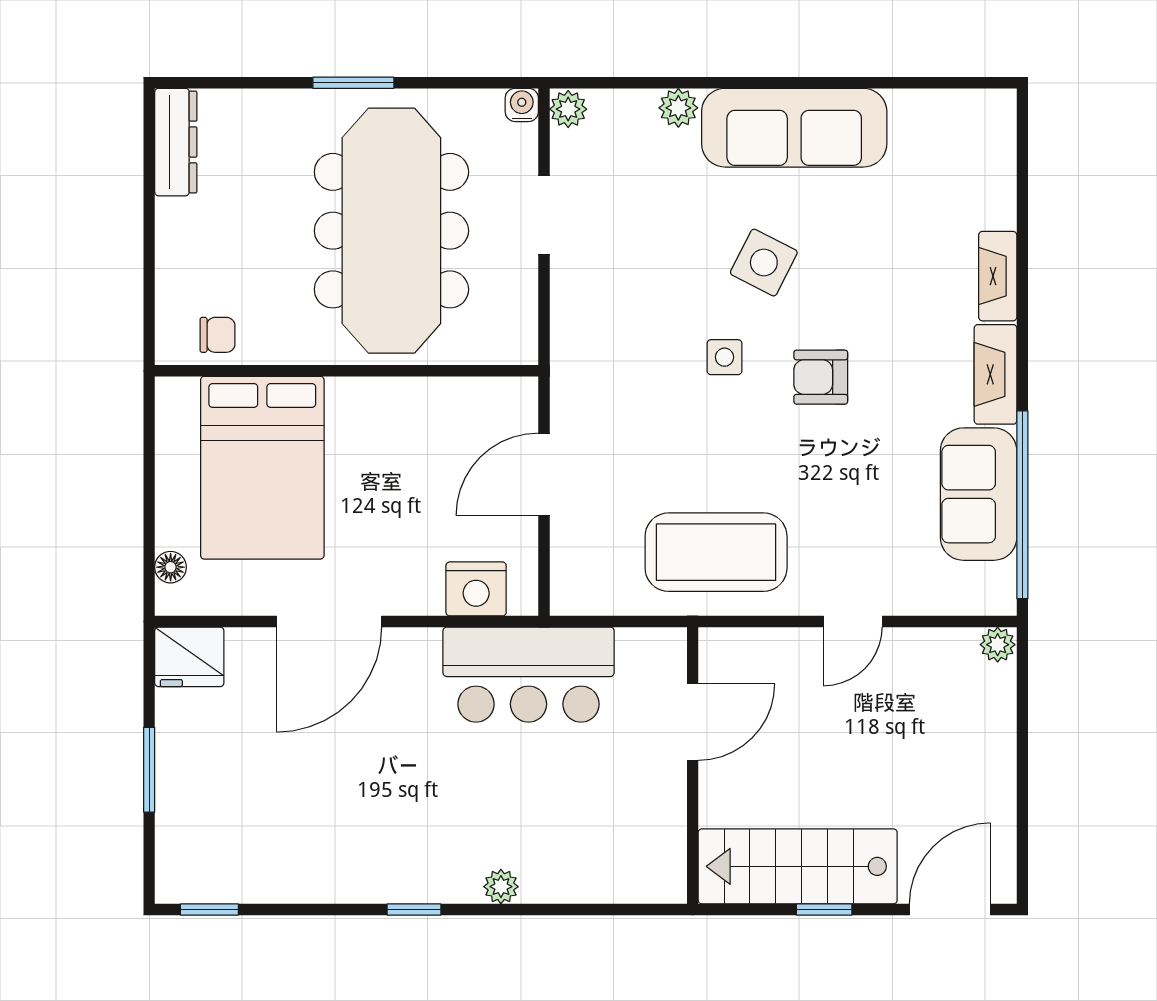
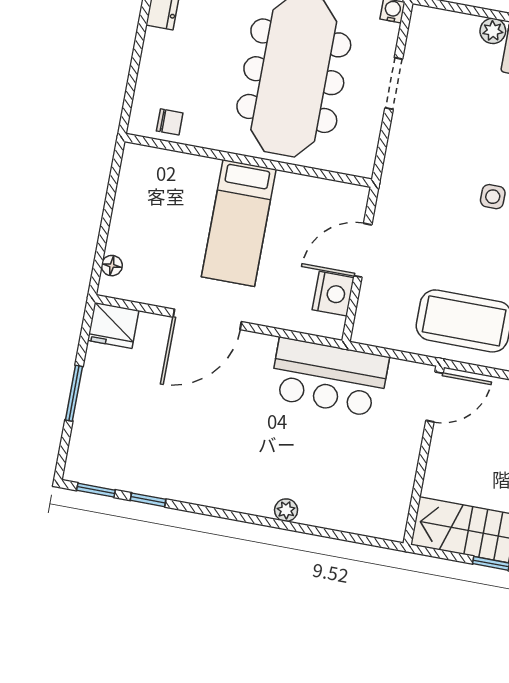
plant: (568, 109) -> (422, 19), removed
bed: (262, 468) -> (239, 223), moved, width x0.67
nightstand: (476, 589) -> (333, 294), moved, turned -90
door: (693, 722) -> (434, 397), moved
window: (414, 909) -> (148, 500), moved

